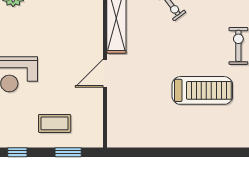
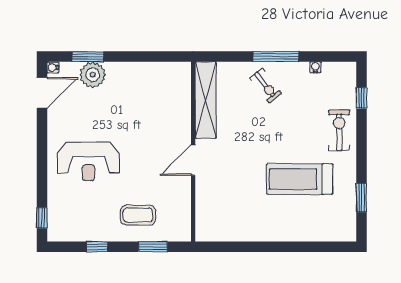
treadmill: (202, 90) -> (300, 179), turned 180

